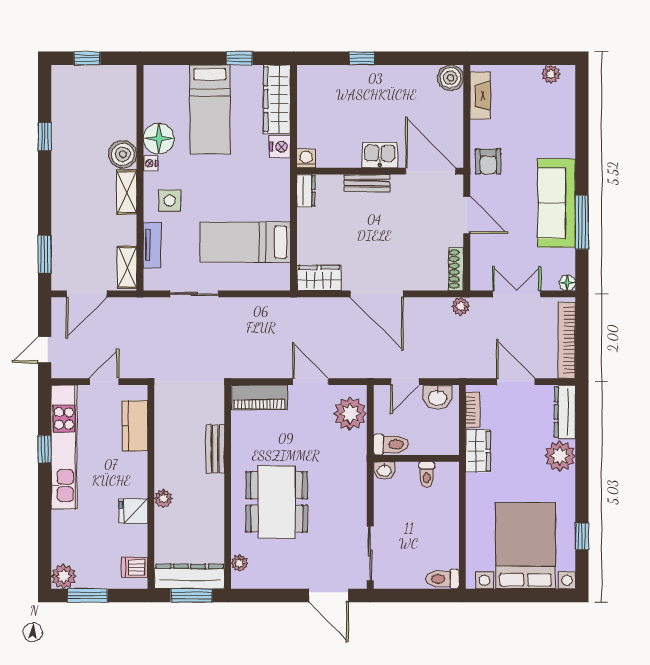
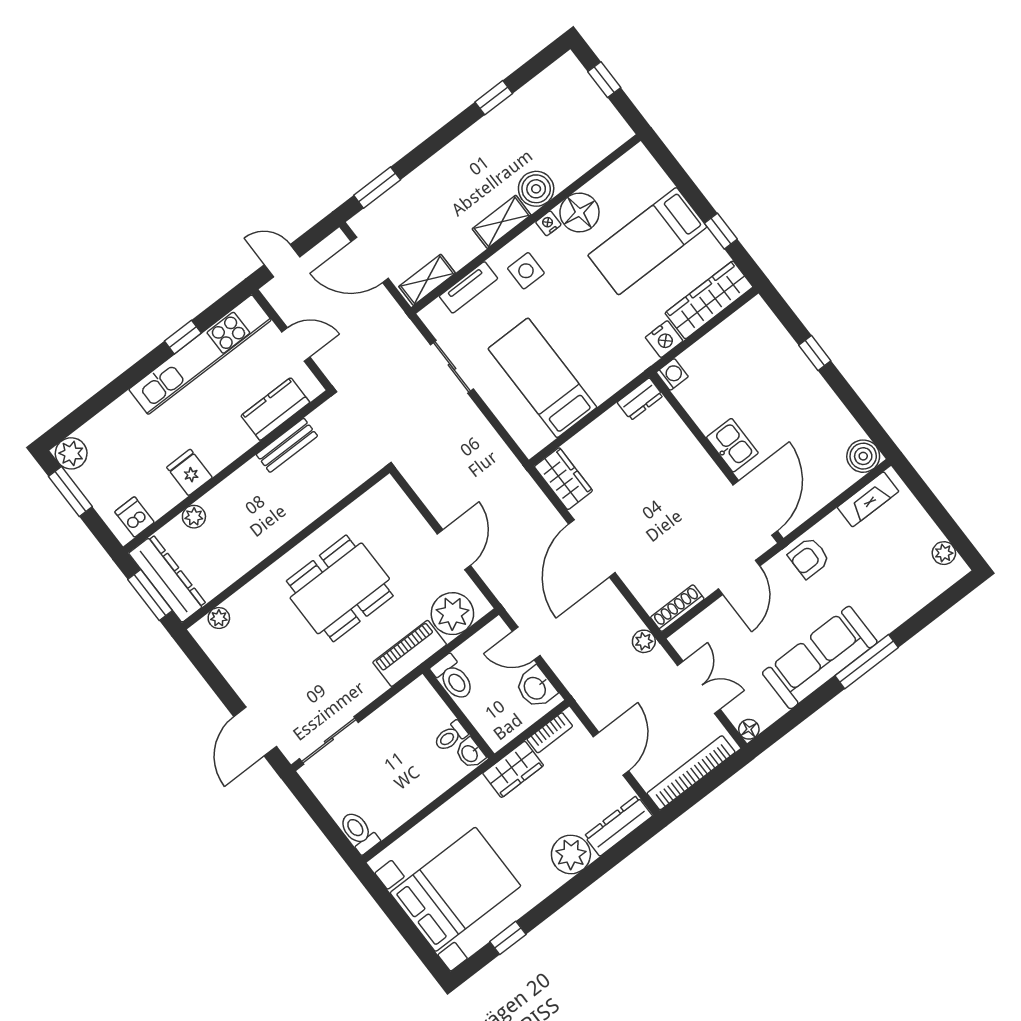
bench: (367, 183) -> (695, 454), removed
window: (582, 222) -> (867, 662), moved
piano: (259, 397) -> (410, 653), moved, turned 90
bench: (215, 449) -> (287, 445), moved
washbasin: (384, 470) -> (470, 753), moved
plant: (163, 498) -> (194, 517), moved
dining table: (277, 502) -> (340, 588), moved

